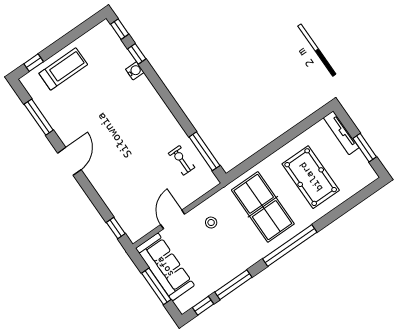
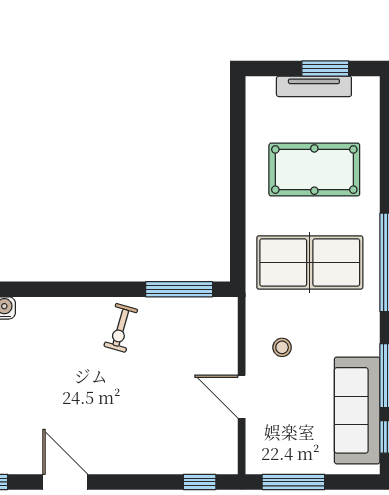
tv unit: (341, 133) -> (314, 86), moved
exercise bike: (182, 160) -> (121, 328), moved, turned -74
sofa: (165, 267) -> (357, 410), moved, turned -90
window: (156, 286) -> (293, 482), moved

